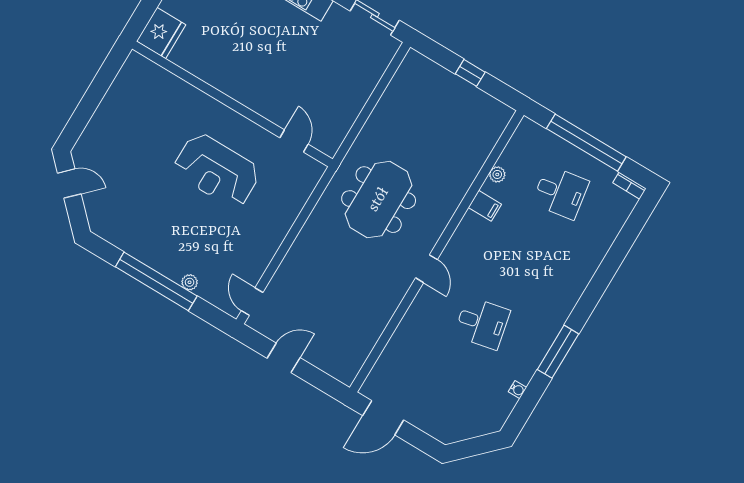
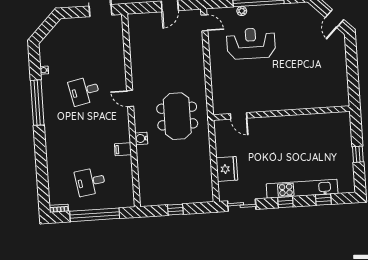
fridge: (161, 33) -> (227, 169), moved, turned 180
reception desk: (217, 170) -> (251, 43), moved
plant: (497, 174) -> (128, 169), removed
door: (69, 183) -> (334, 18), hinge flipped
water cooler: (449, 203) -> (141, 138), added
window: (558, 352) -> (37, 103), width x1.46

